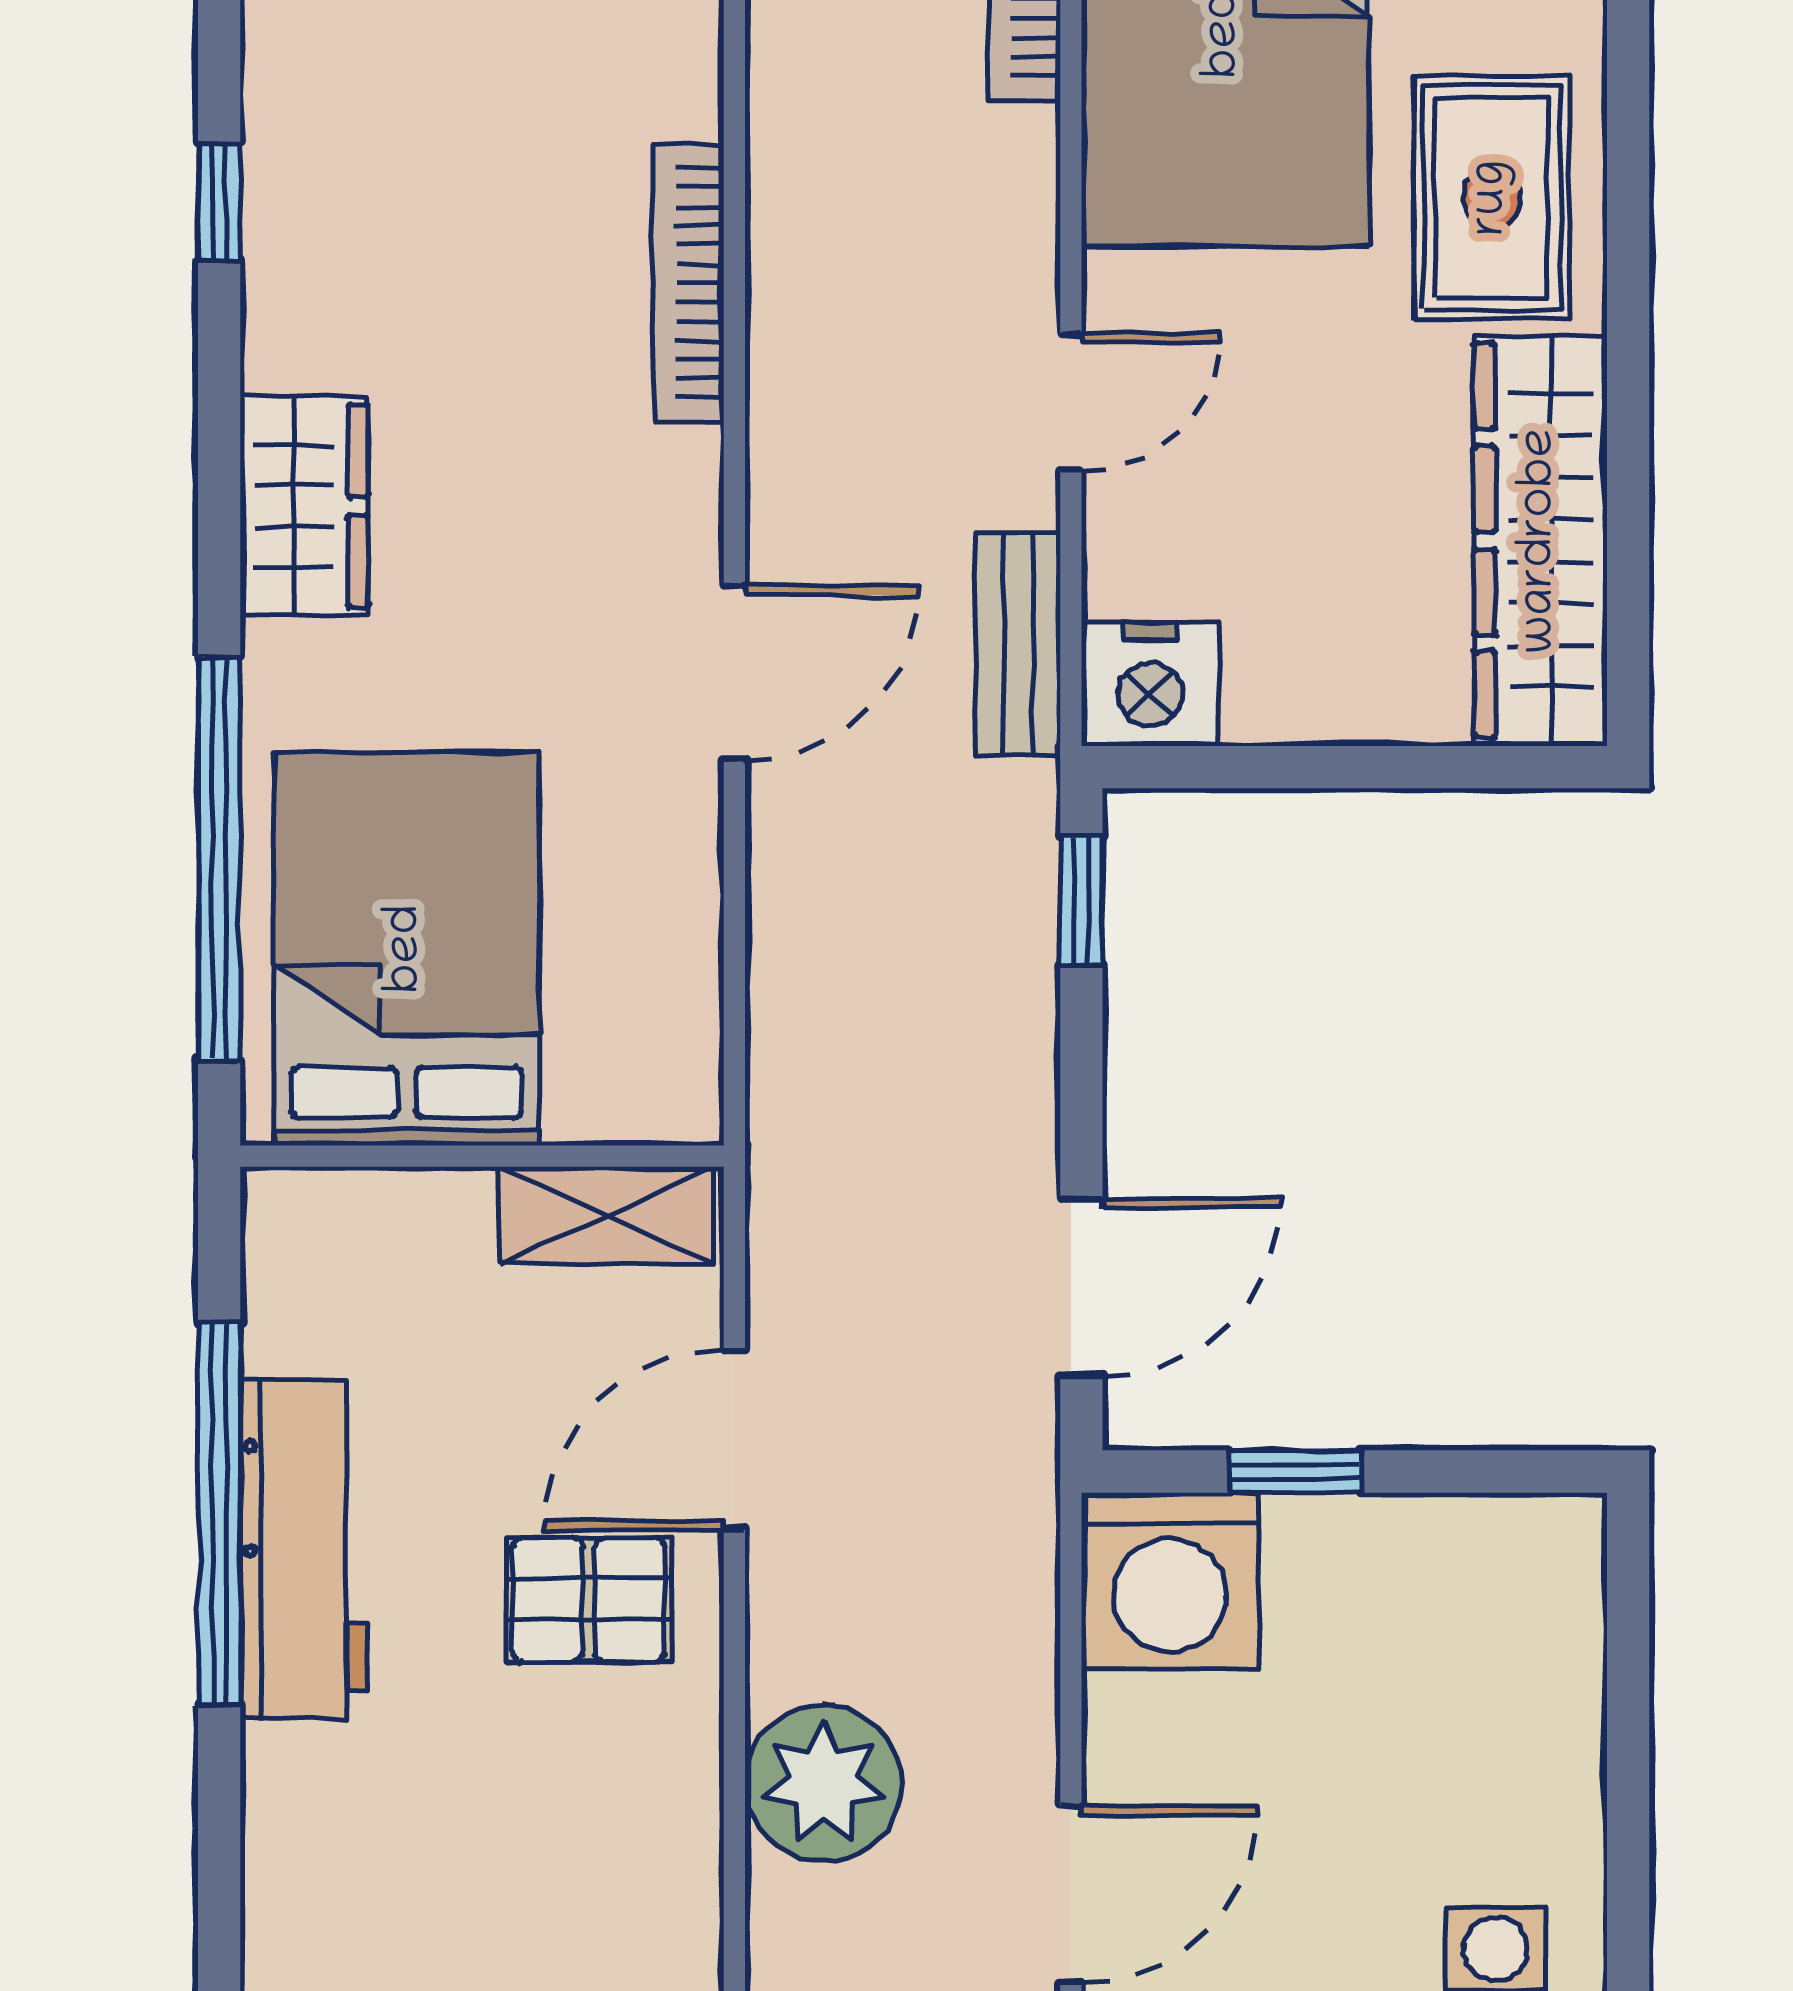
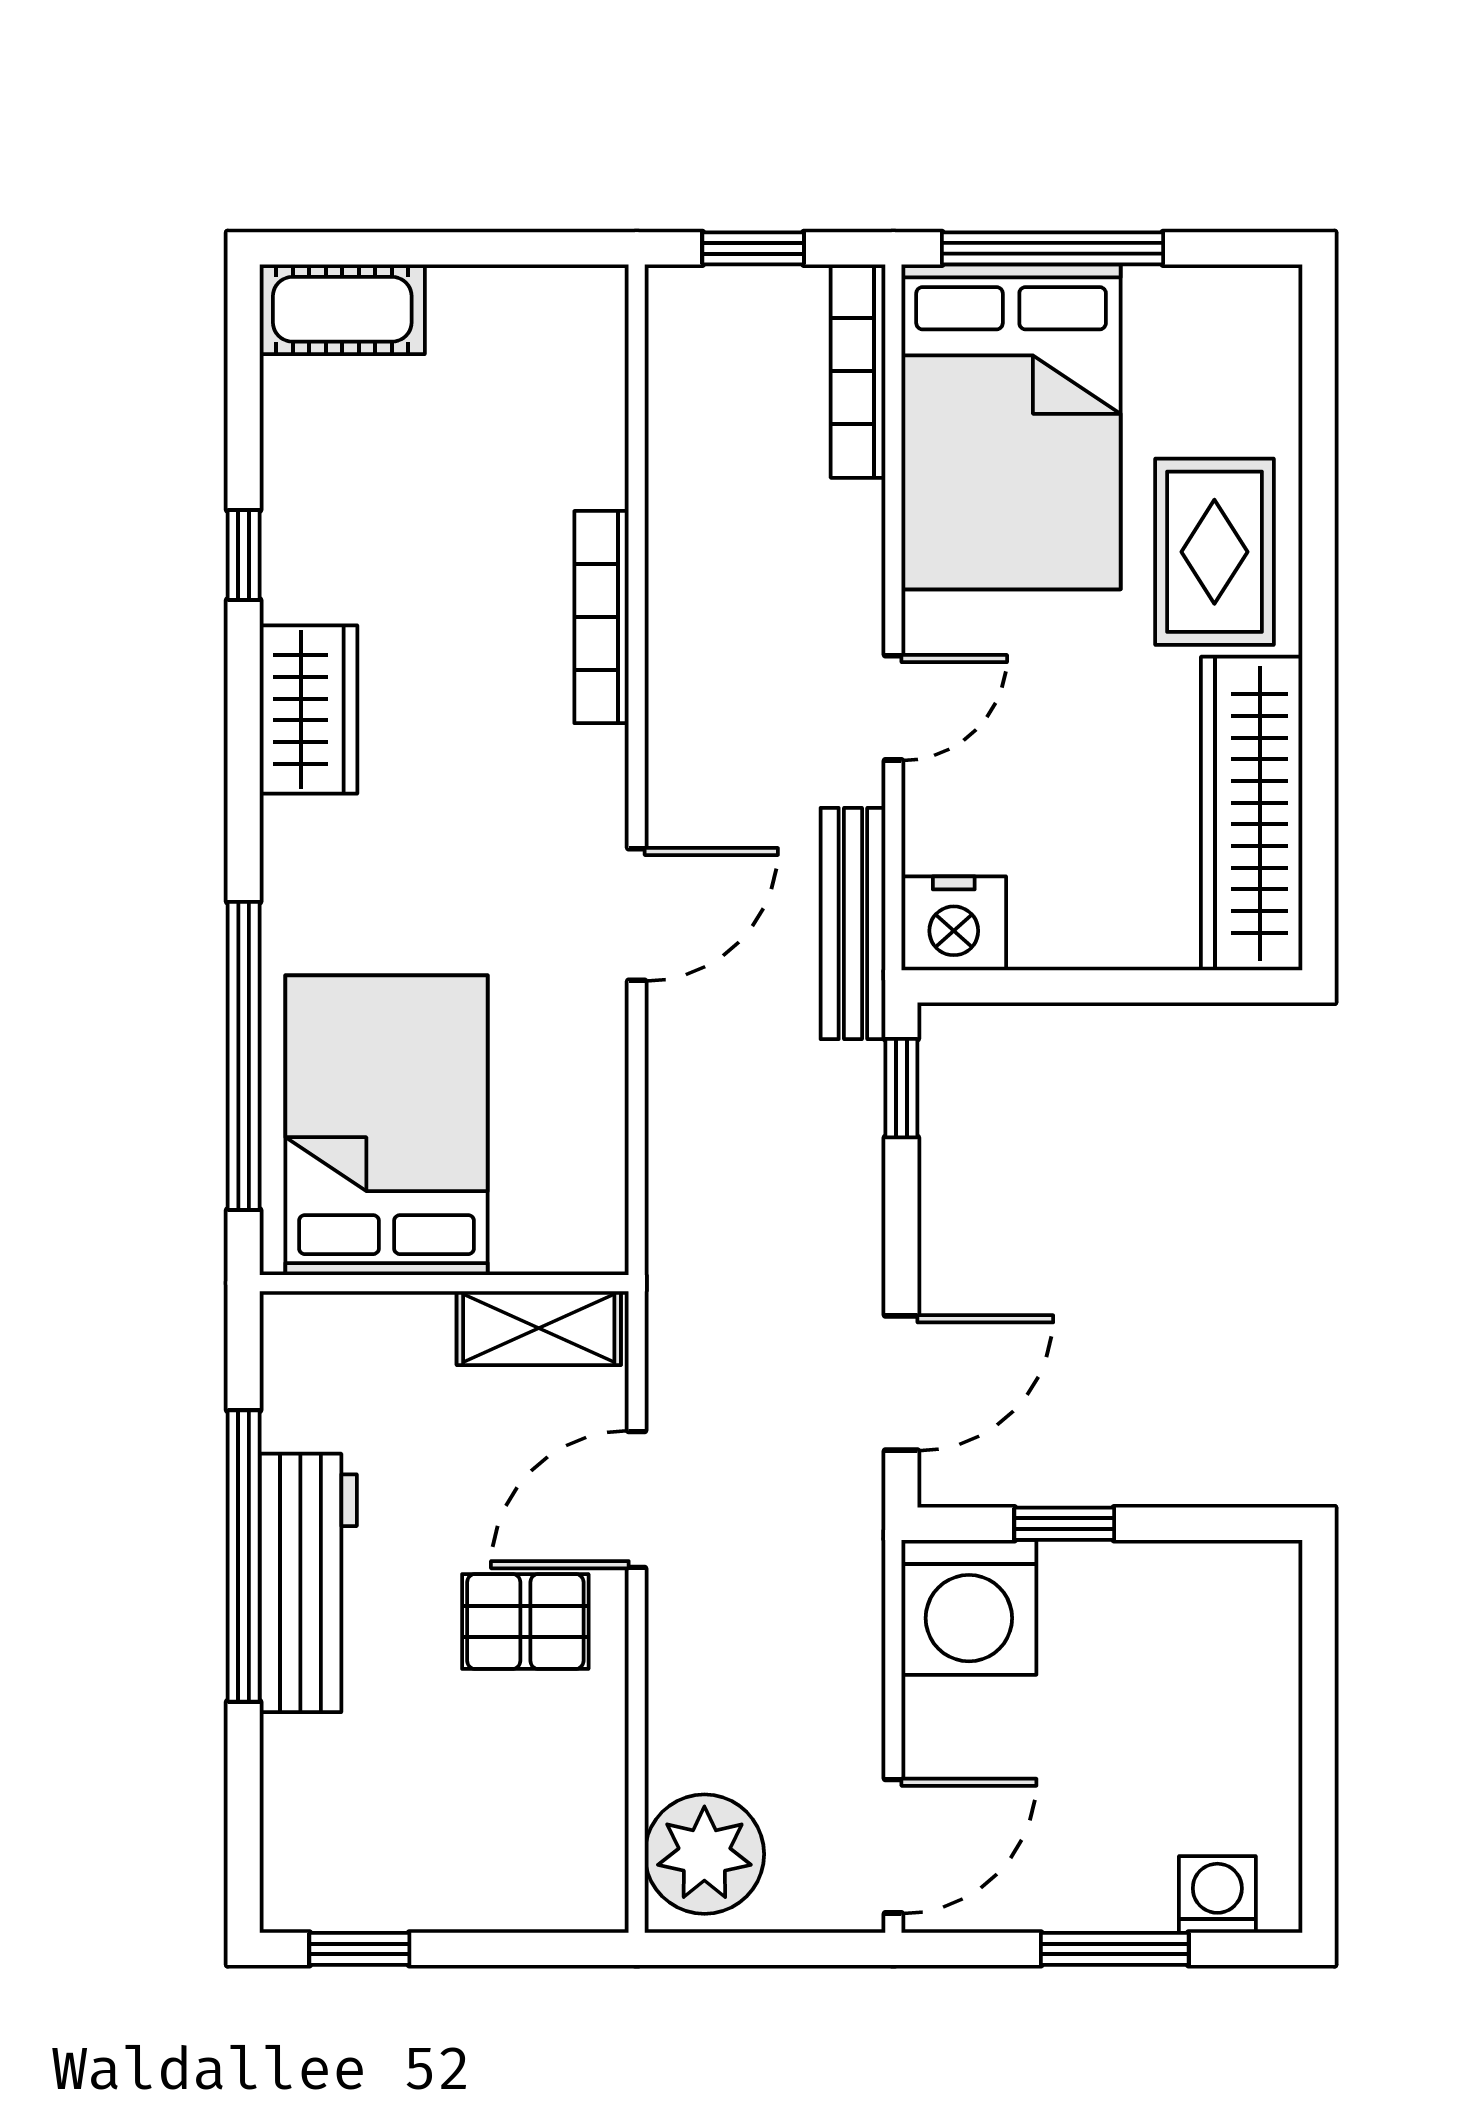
wardrobe: (304, 506) -> (308, 710), moved
bench: (1018, 644) -> (853, 923), width x1.36
plant: (823, 1783) -> (704, 1854), moved

